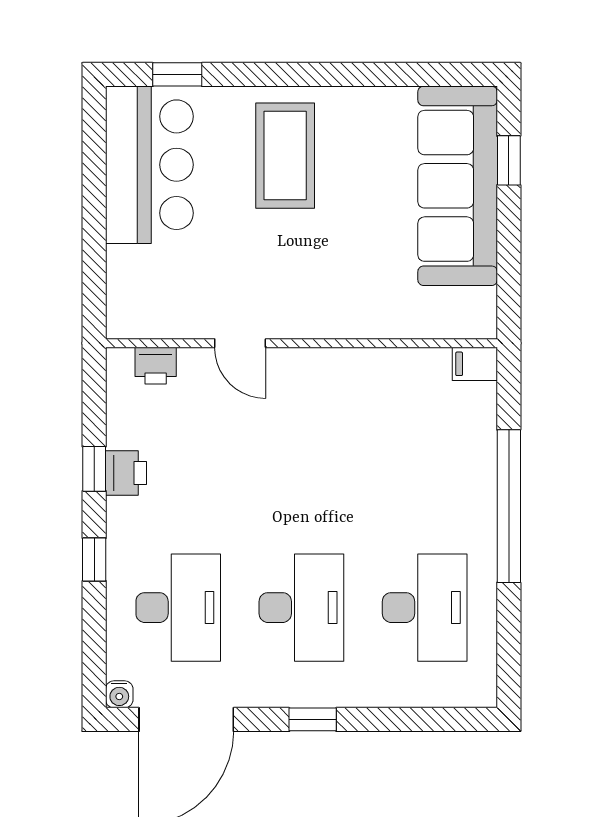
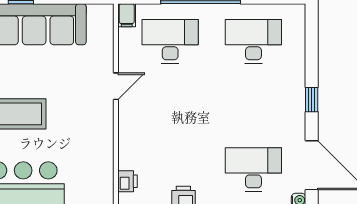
door: (240, 343) -> (116, 86), moved
desk: (301, 608) -> (170, 41), moved

